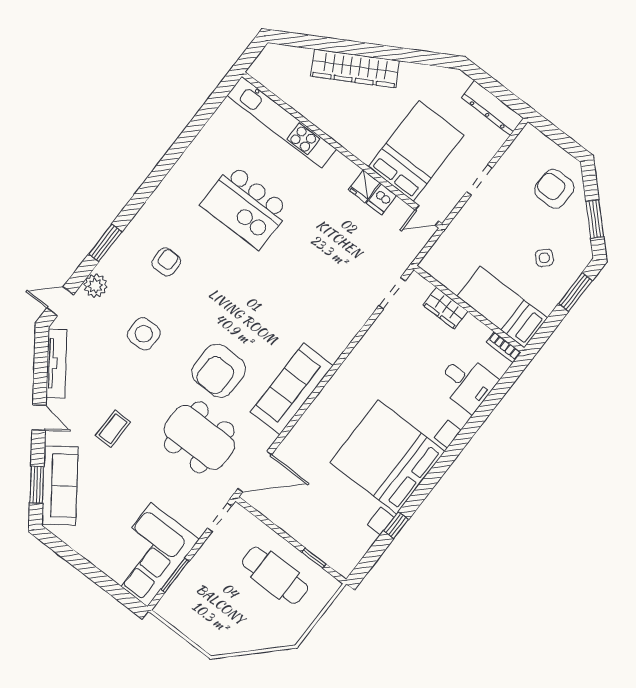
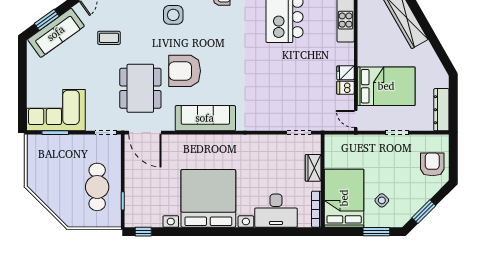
armchair: (554, 189) -> (432, 164), moved
bed: (502, 307) -> (344, 198), width x1.50
bookcase: (504, 347) -> (316, 209), width x1.56
desk: (467, 383) -> (276, 211), width x1.37
window: (396, 525) -> (143, 232), moved

